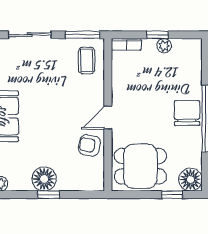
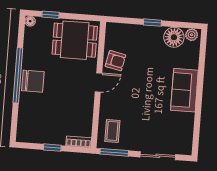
plant: (164, 46) -> (48, 138), removed
chair: (187, 113) -> (33, 81), turned -90
floor lamp: (44, 179) -> (174, 37), moved
floor lamp: (190, 180) -> (30, 21), width x0.53, depth x0.53

